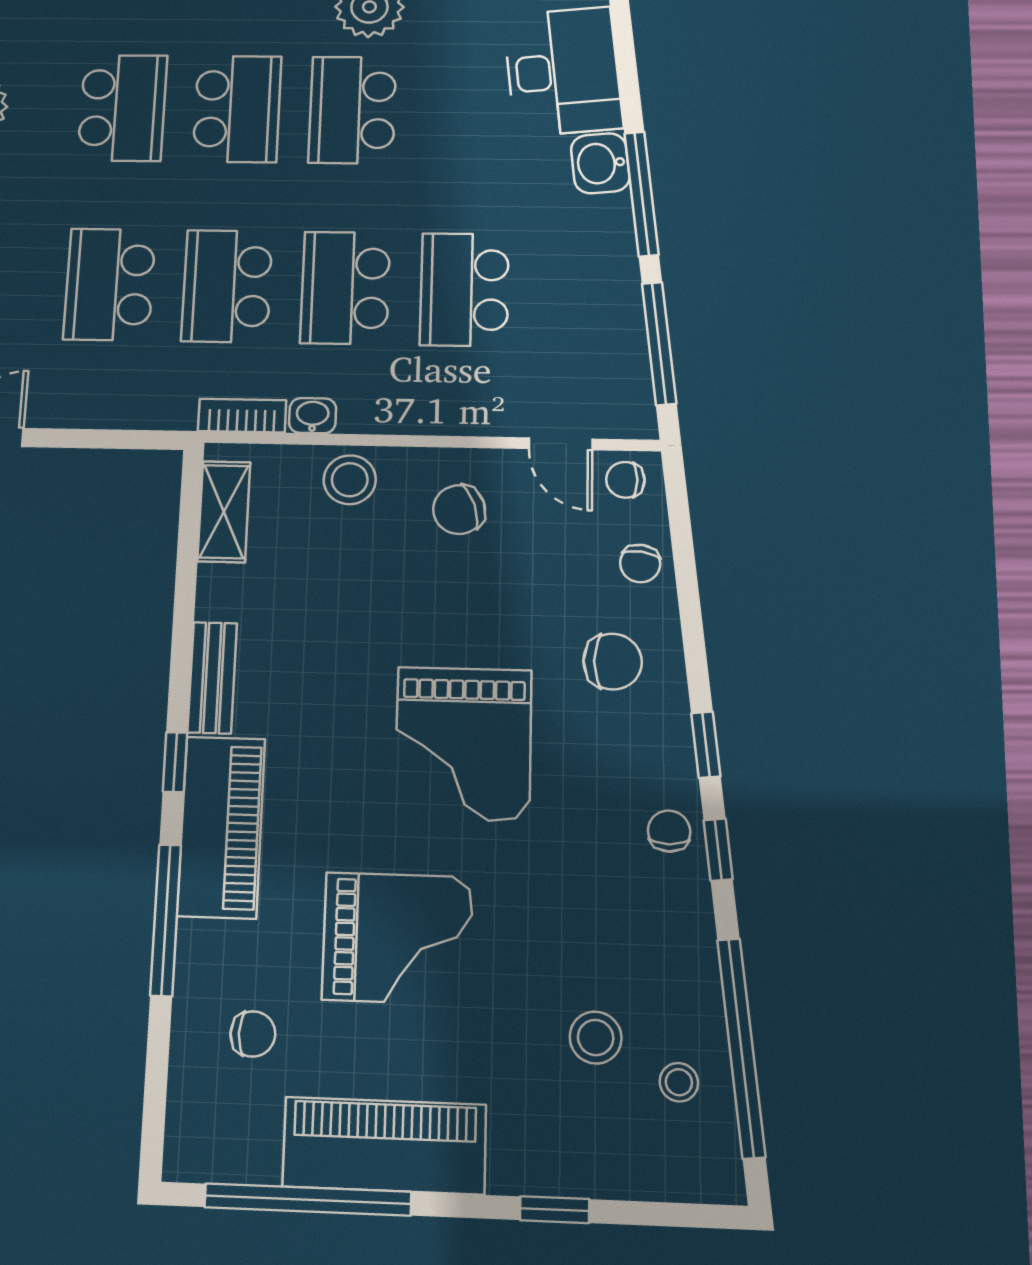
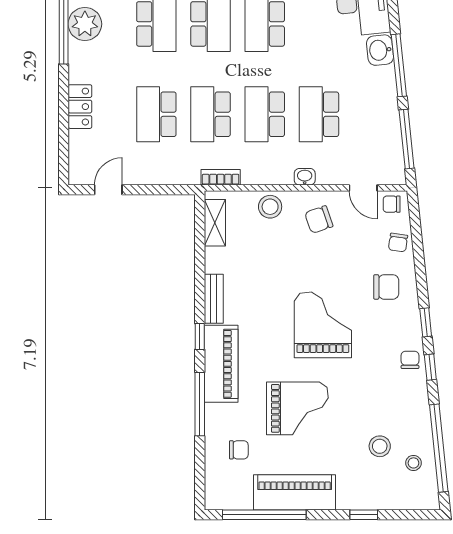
washbasin: (313, 416) -> (305, 177), moved
grand piano: (463, 744) -> (323, 325), turned 180

